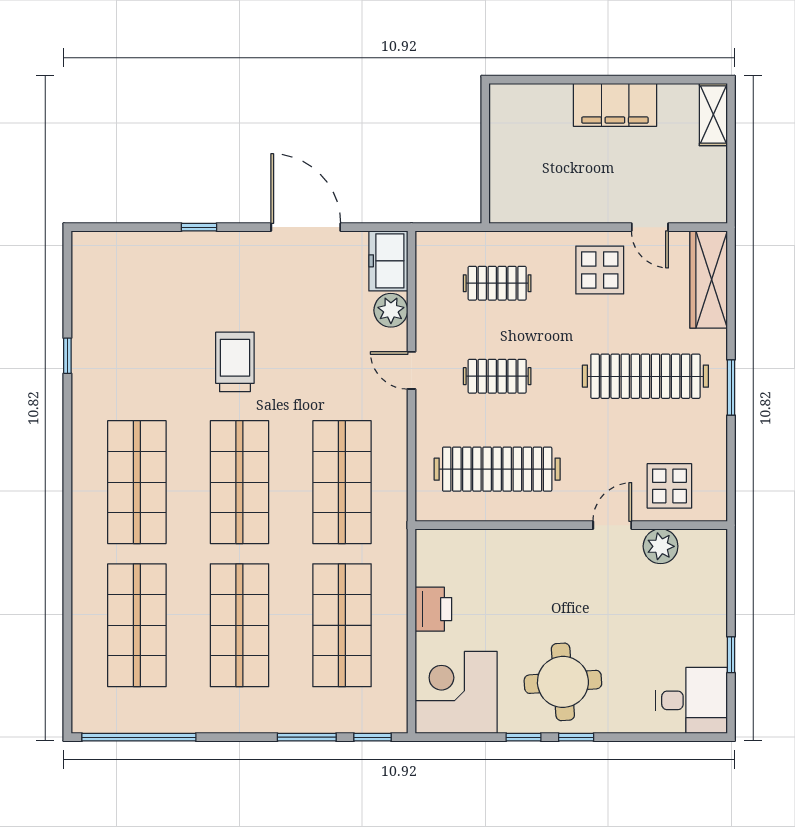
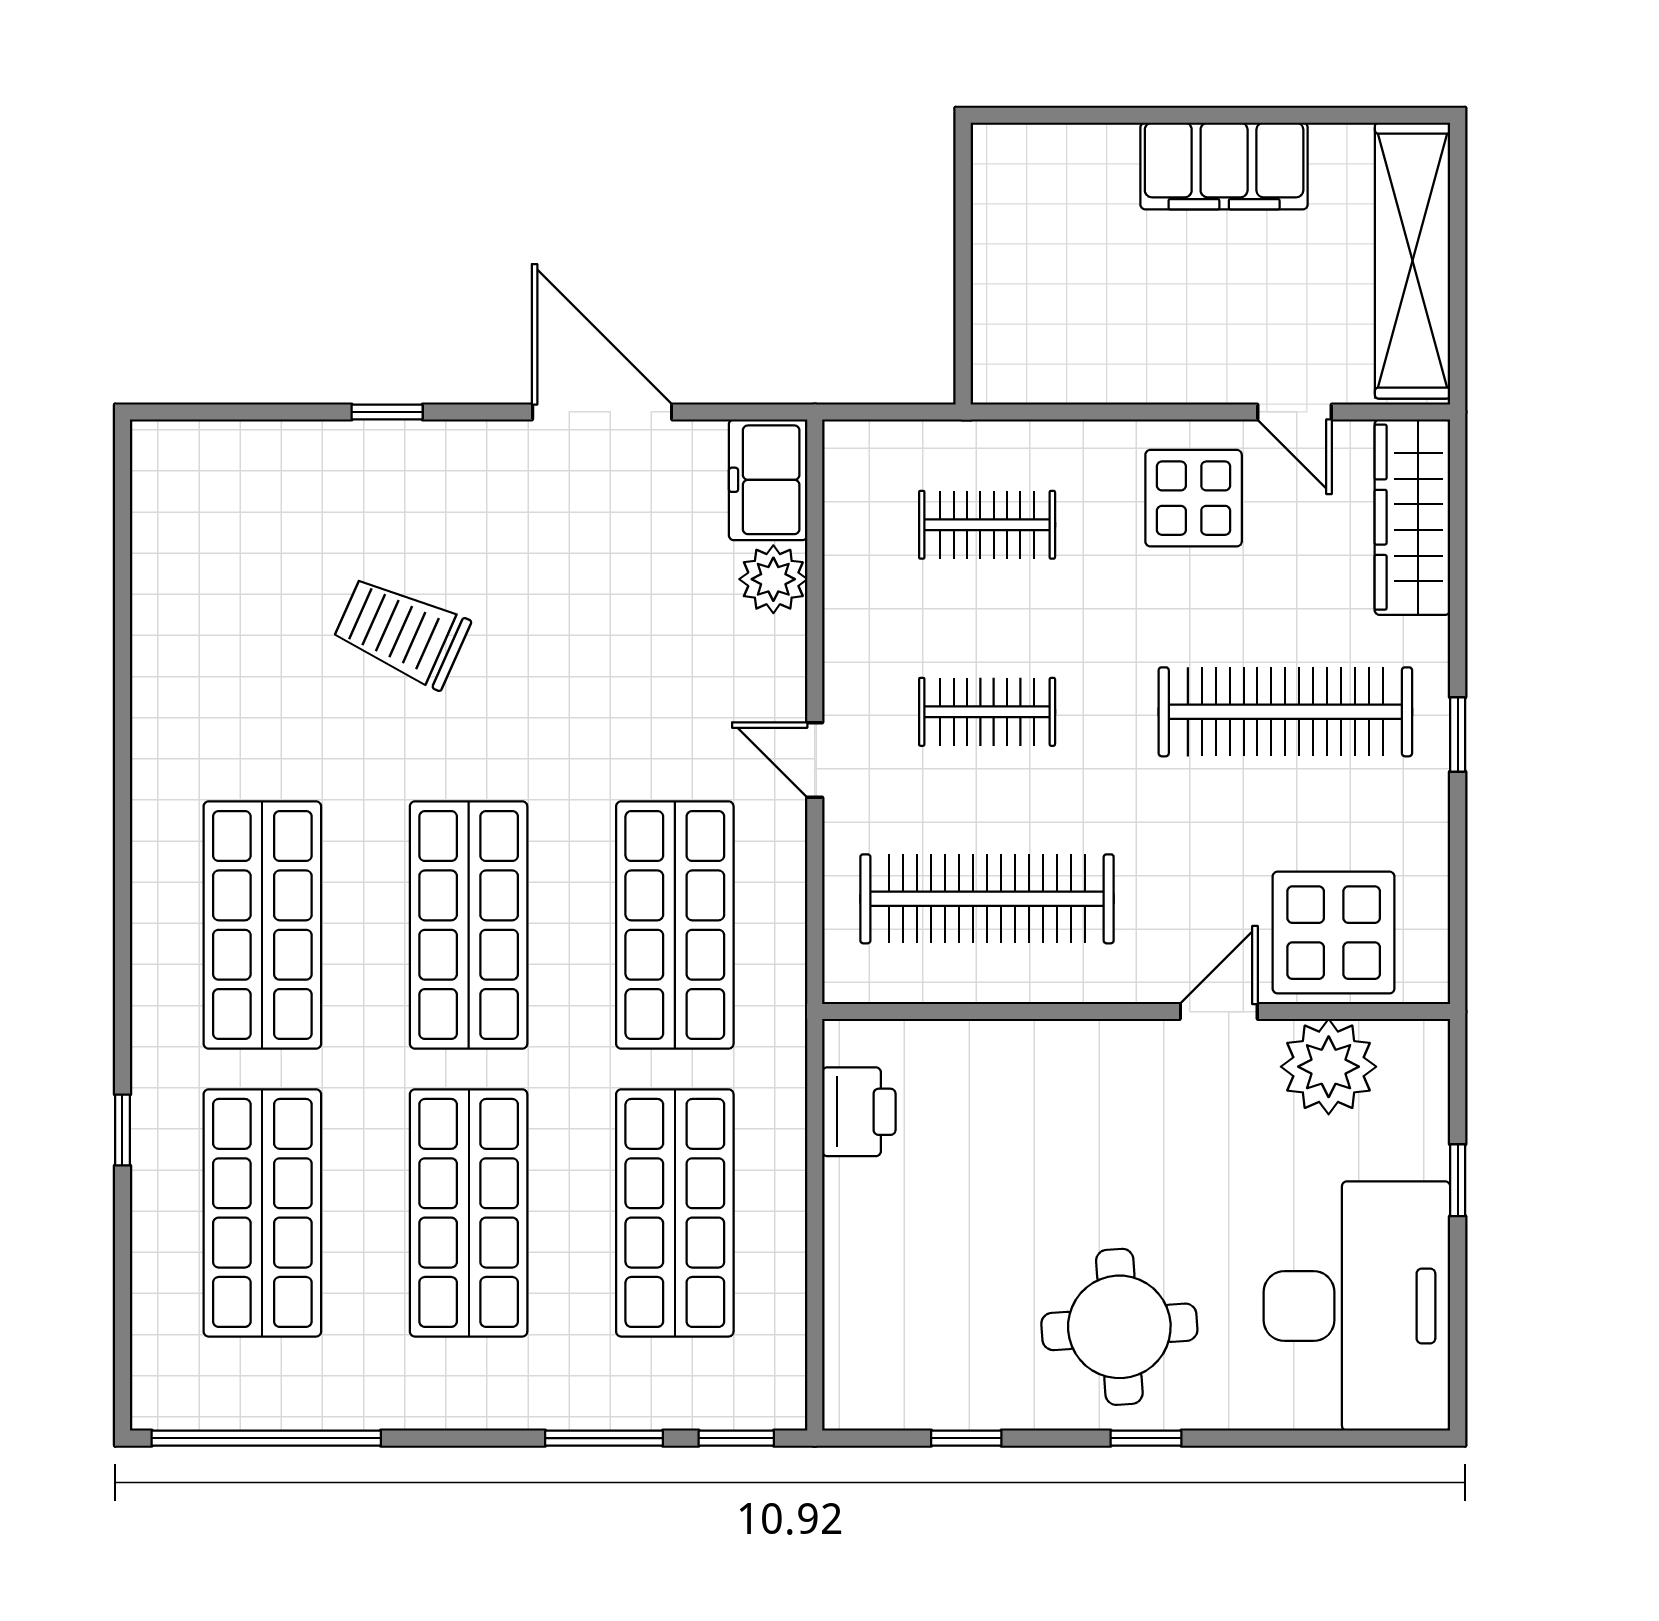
shelving: (713, 115) -> (1413, 261), width x2.20, depth x1.33
window: (67, 356) -> (122, 1130), moved
trolley: (235, 362) -> (402, 632), moved, turned -66
door: (411, 370) -> (815, 760), moved
window: (731, 388) -> (1458, 735), width x0.67
display table: (669, 486) -> (1334, 933), width x1.36, depth x1.36
plant: (661, 546) -> (1329, 1067), width x1.36, depth x1.36
printer: (433, 609) -> (859, 1112), moved
window: (731, 655) -> (1458, 1180), moved
corner desk: (456, 692) -> (905, 1348), removed
desk: (692, 700) -> (1357, 1306), width x1.87, depth x1.30
window: (524, 737) -> (966, 1438), moved

